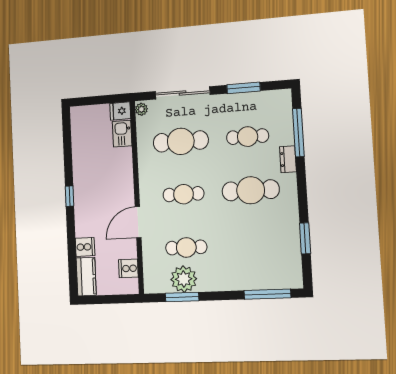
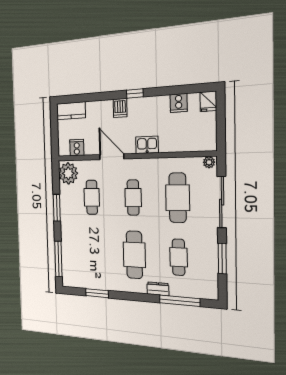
fridge: (120, 111) -> (208, 101), moved, turned 180
kitchen sink: (122, 134) -> (147, 145), moved
dishwasher: (84, 213) -> (120, 108), added
cooker: (85, 247) -> (179, 103), moved
plant: (184, 279) -> (68, 173), moved
window: (182, 297) -> (57, 208), moved

